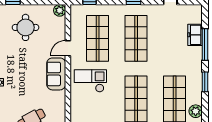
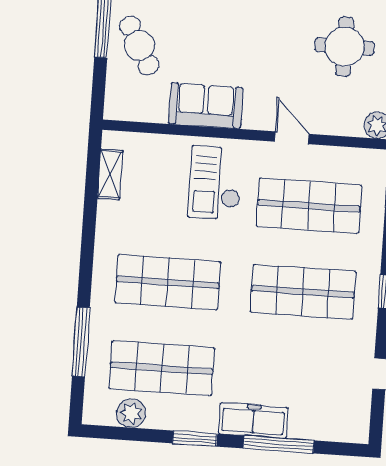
freezer: (195, 35) -> (253, 420), moved, width x1.40
sofa: (56, 74) -> (206, 106), moved
checkout: (90, 81) -> (215, 183), turned 180

